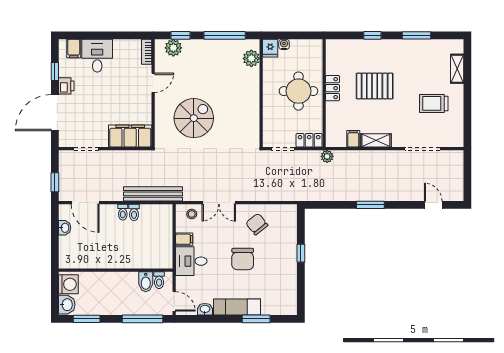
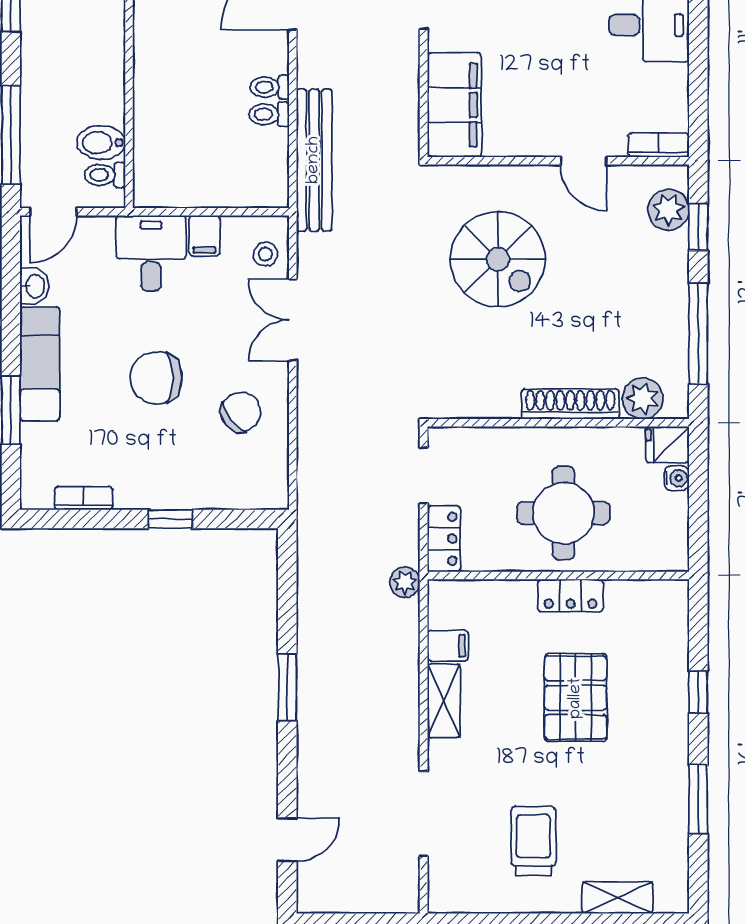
shoe rack: (253, 88) -> (570, 404), added
bookcase: (292, 289) -> (84, 498), added

